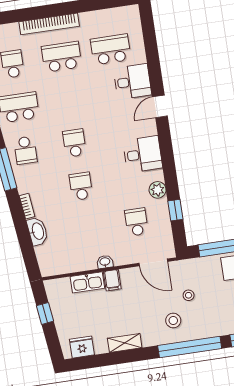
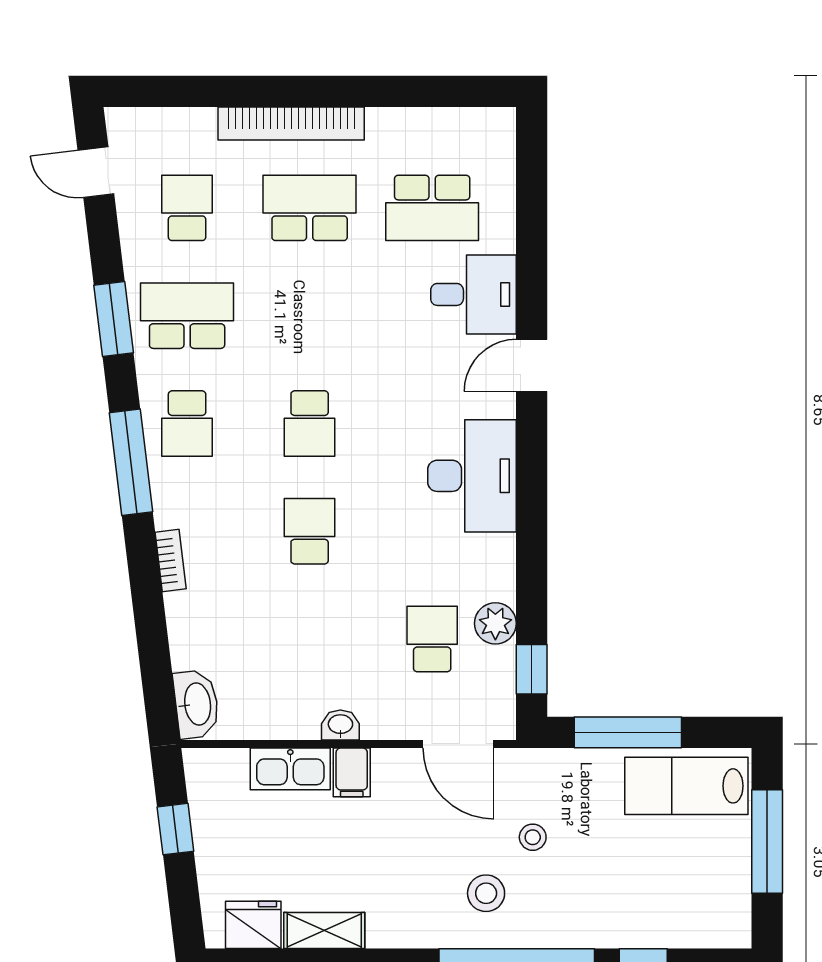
school desk: (111, 49) -> (432, 208), turned 180
school desk: (74, 143) -> (310, 423), turned 180
desk: (143, 154) -> (472, 476), width x1.37
plant: (158, 190) -> (495, 623), moved
window: (175, 210) -> (532, 669), moved
washbasin: (37, 231) -> (196, 704), moved
shelving: (125, 343) -> (324, 930), moved

